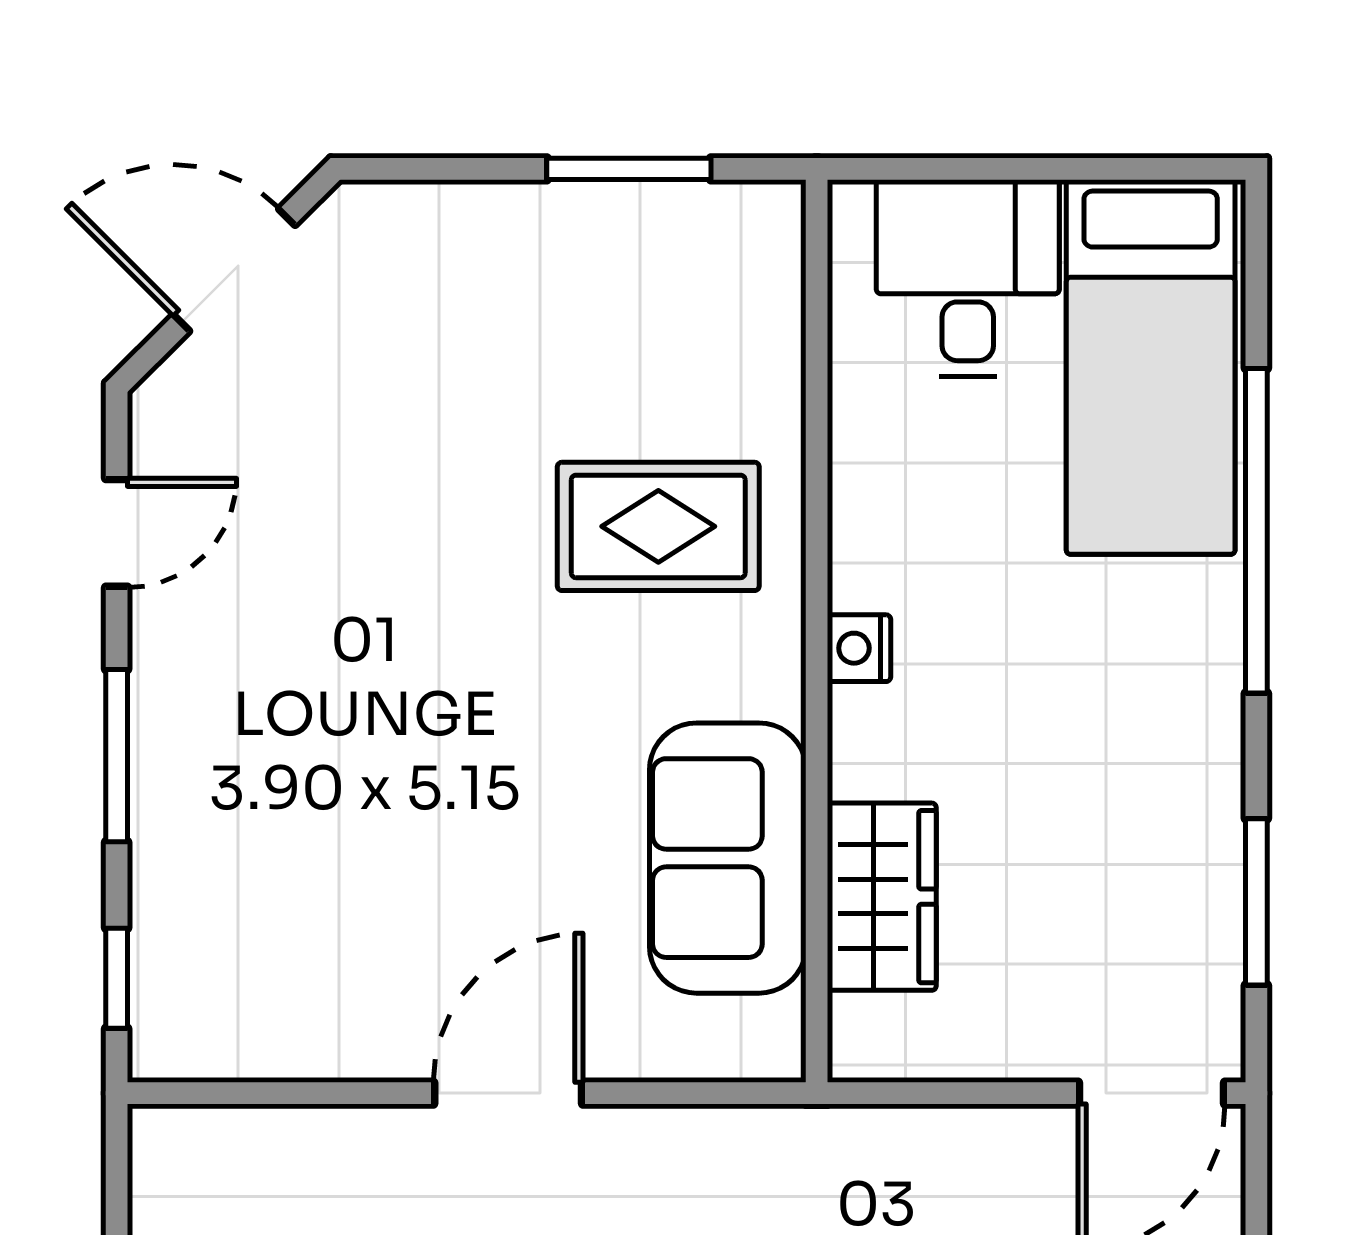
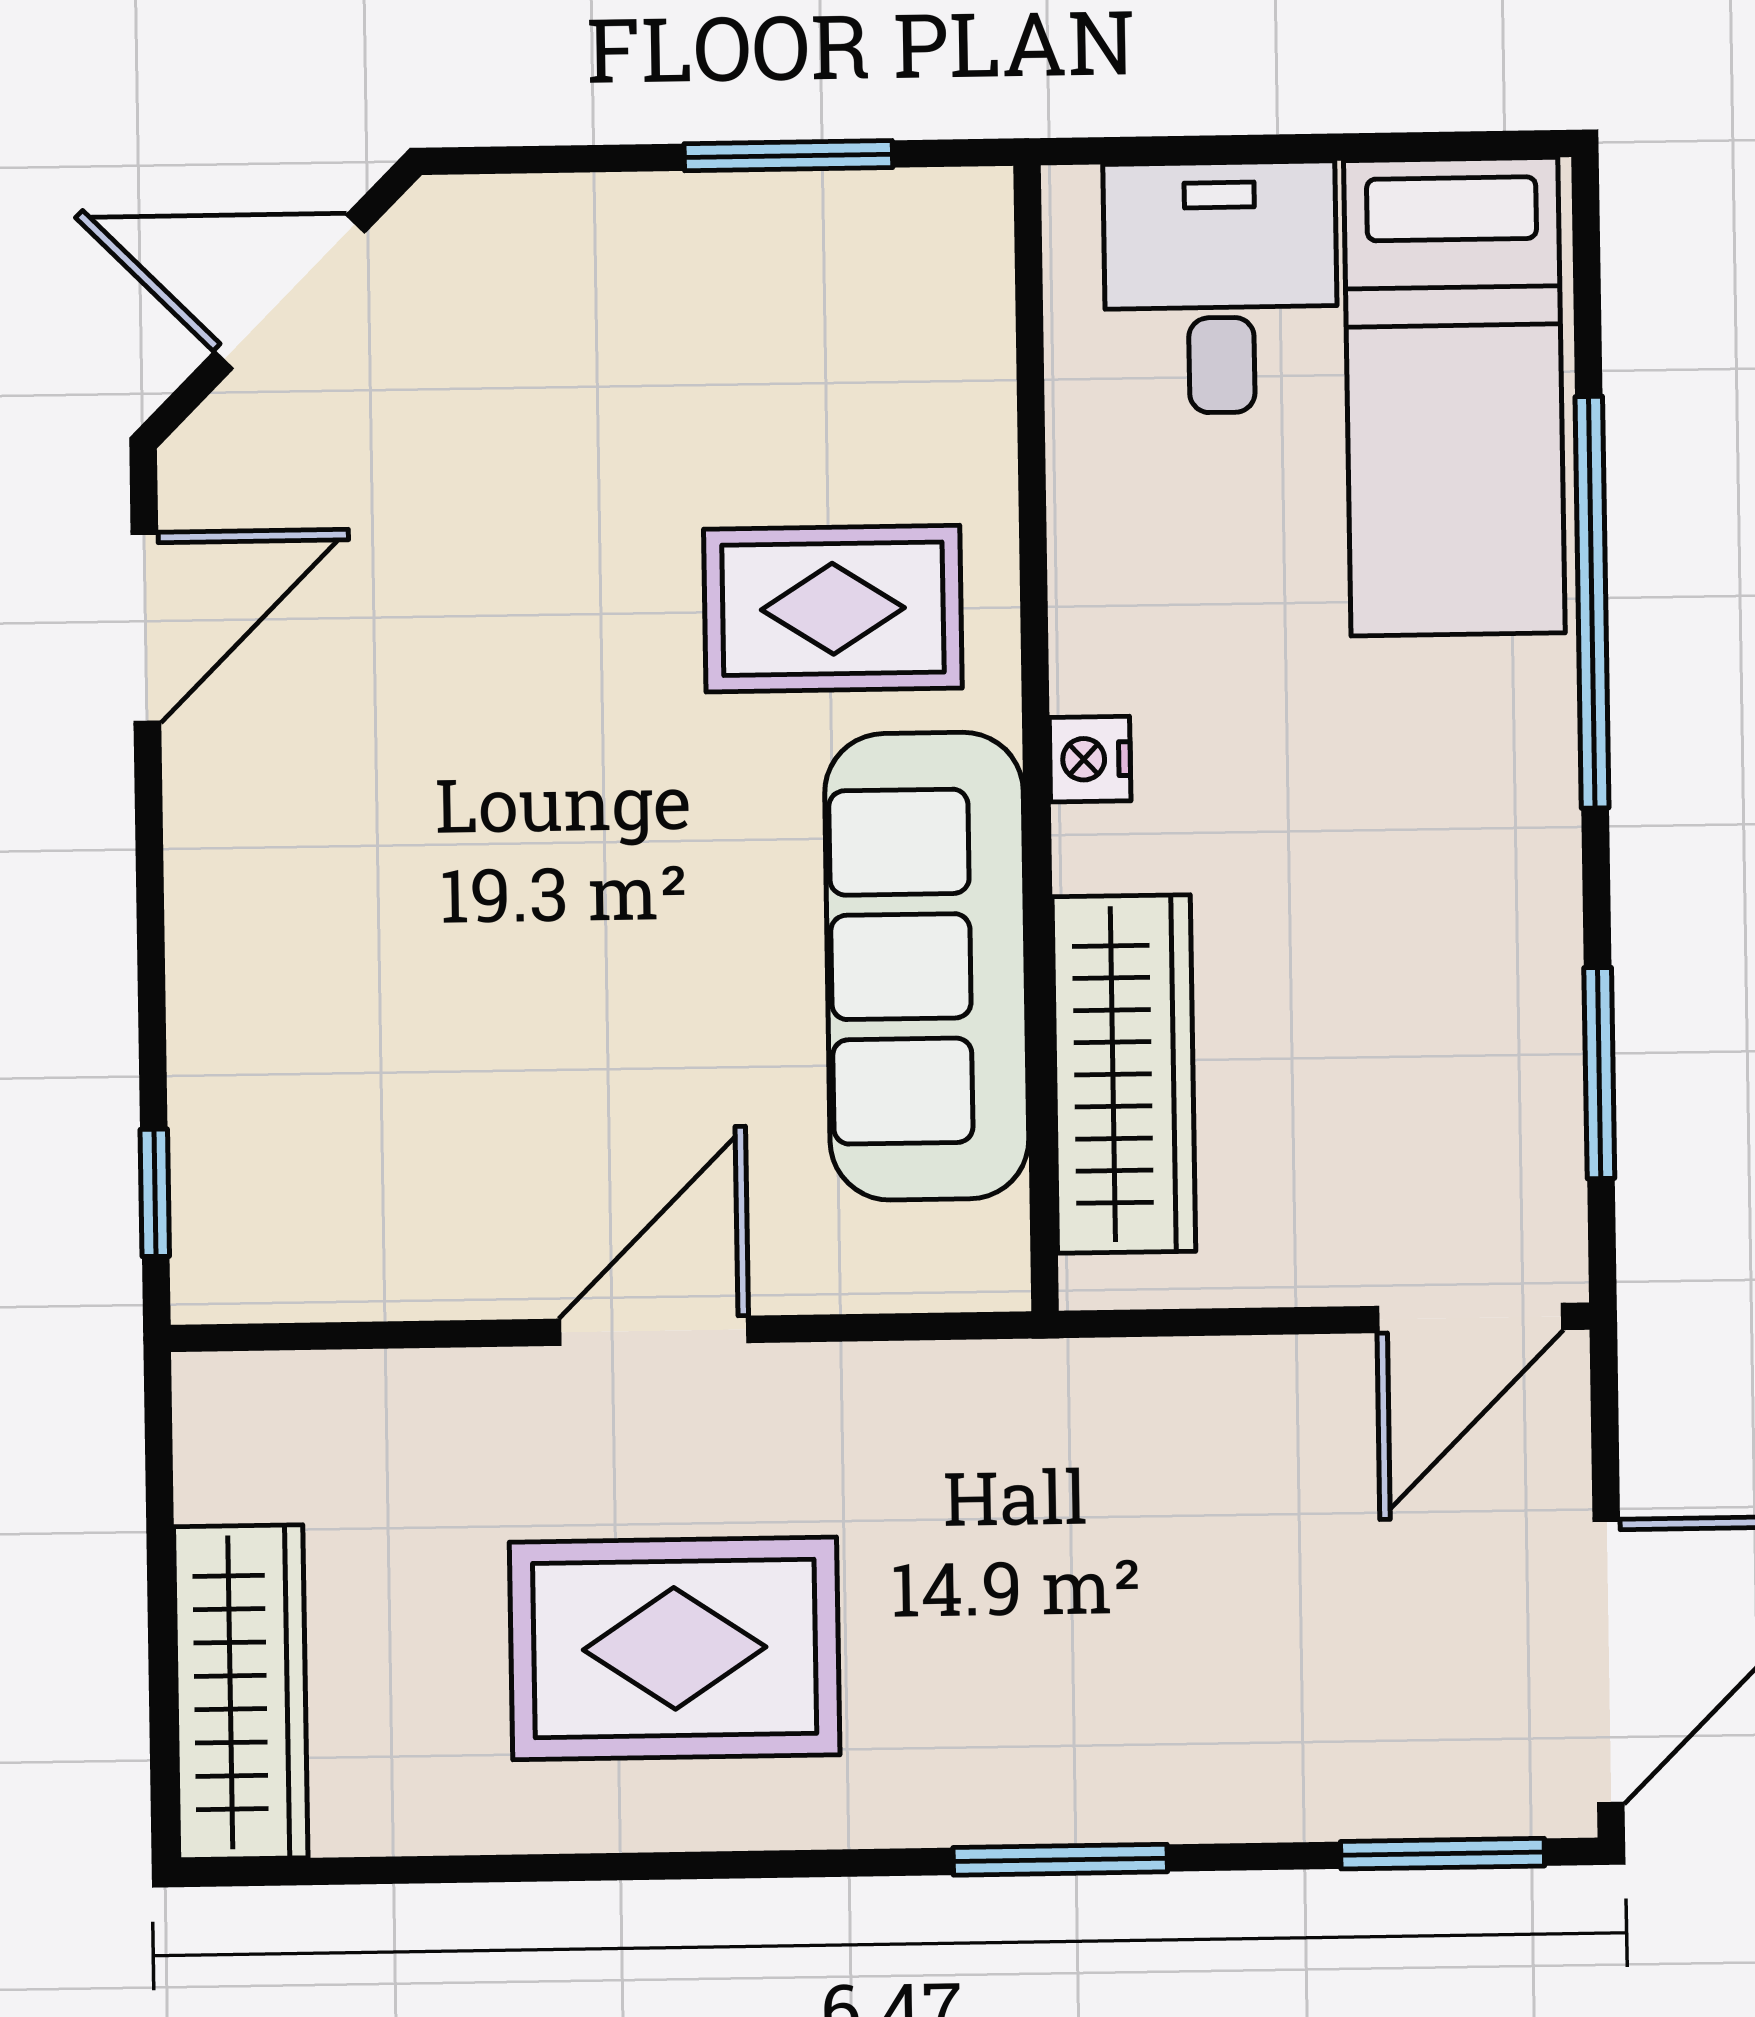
door: (117, 533) -> (146, 628), width x1.38
window: (117, 756) -> (150, 910), removed
sofa: (728, 858) -> (927, 966), width x1.36
wardrobe: (882, 897) -> (1124, 1074), width x1.50

